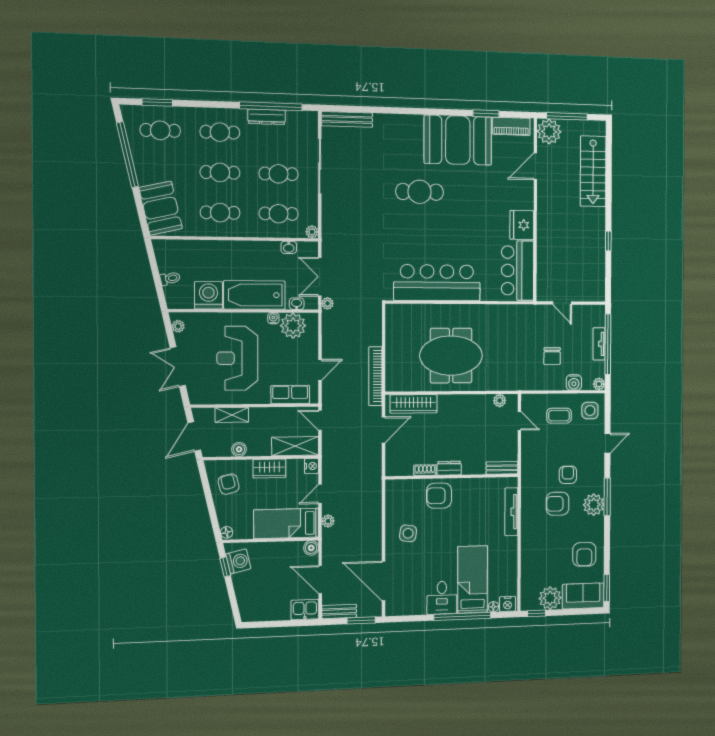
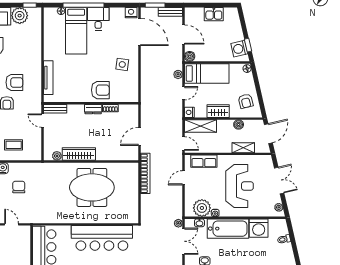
wardrobe: (413, 404) -> (79, 154), moved
door: (519, 421) -> (43, 121), moved
nightstand: (508, 604) -> (131, 13), moved
kitchen sink: (305, 610) -> (214, 14), moved

